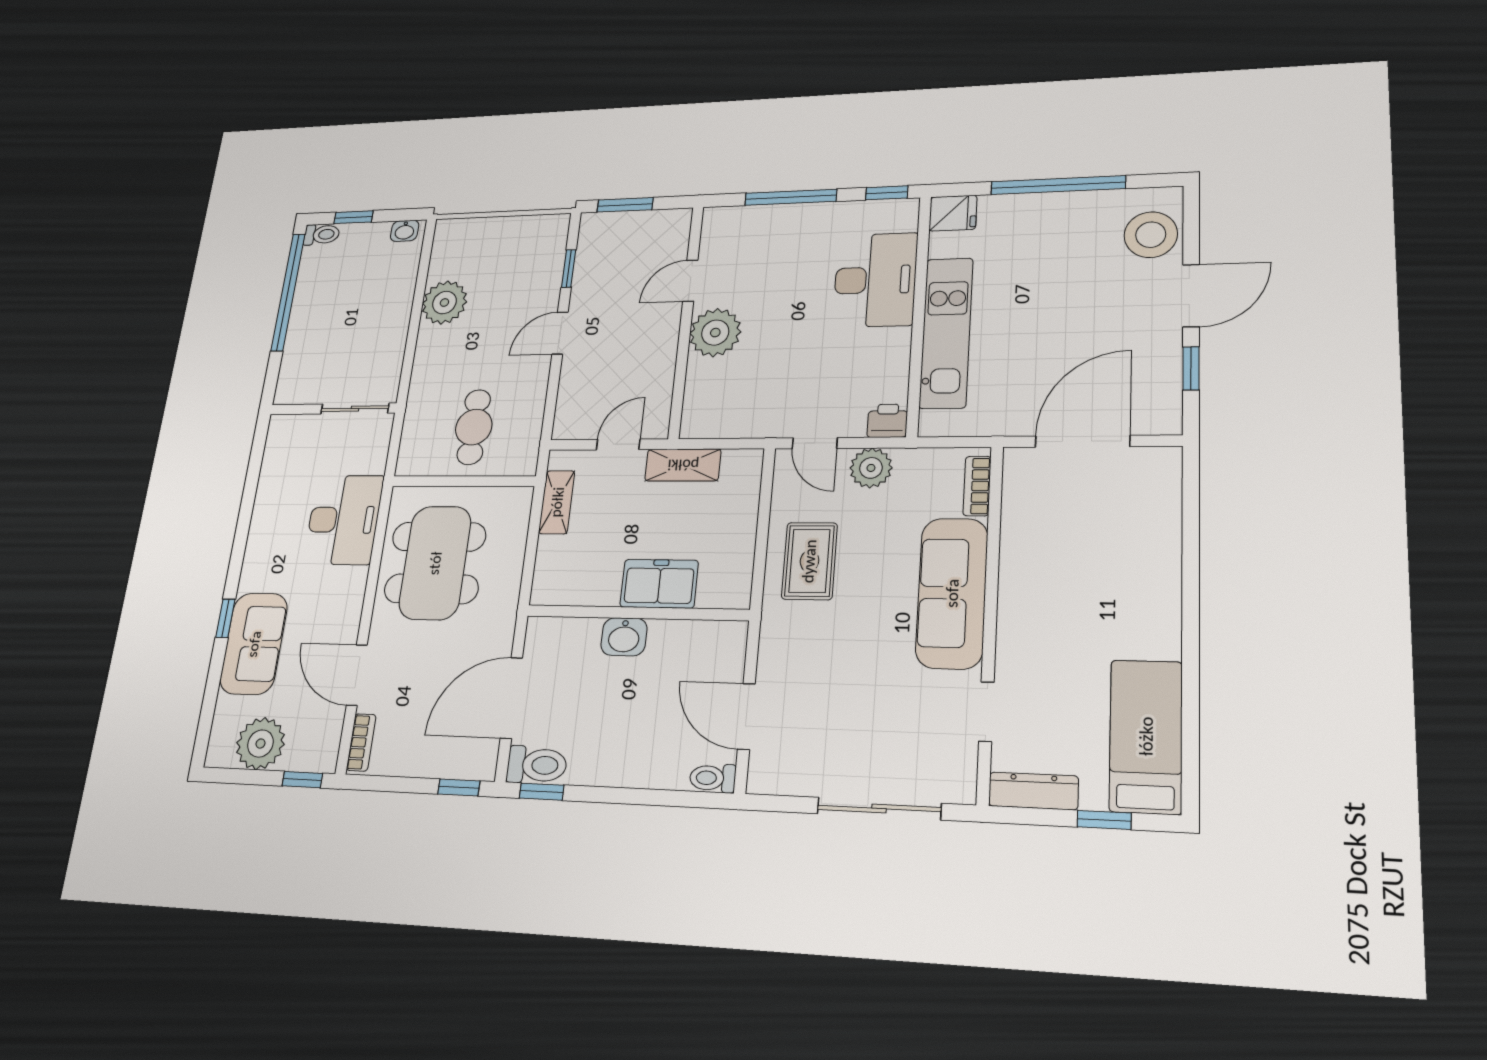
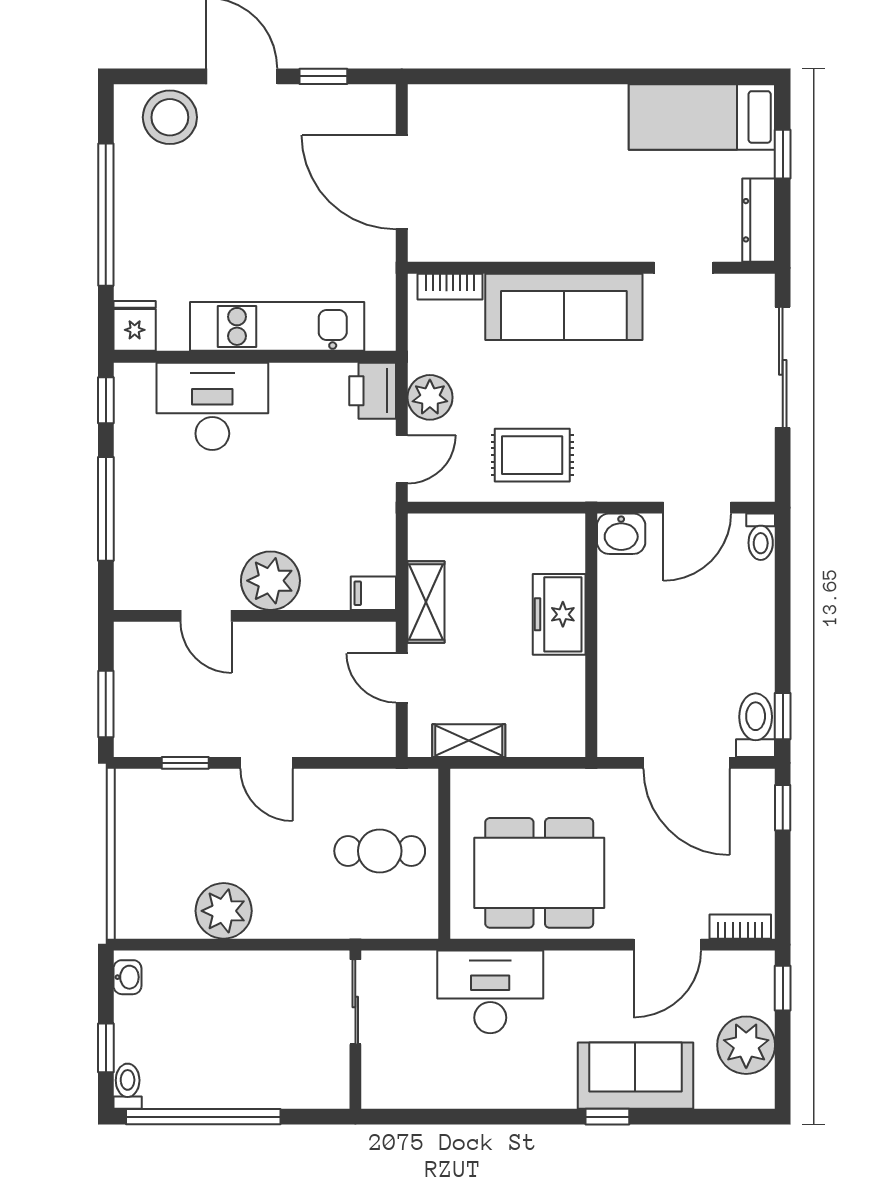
filing cabinet: (695, 420) -> (373, 593), added
printer: (887, 421) -> (373, 391), width x1.36, depth x1.24
washbasin: (624, 637) -> (621, 534), moved, turned 90

